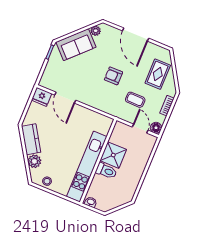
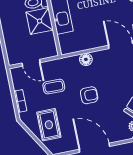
floor lamp: (156, 128) -> (86, 59), moved

